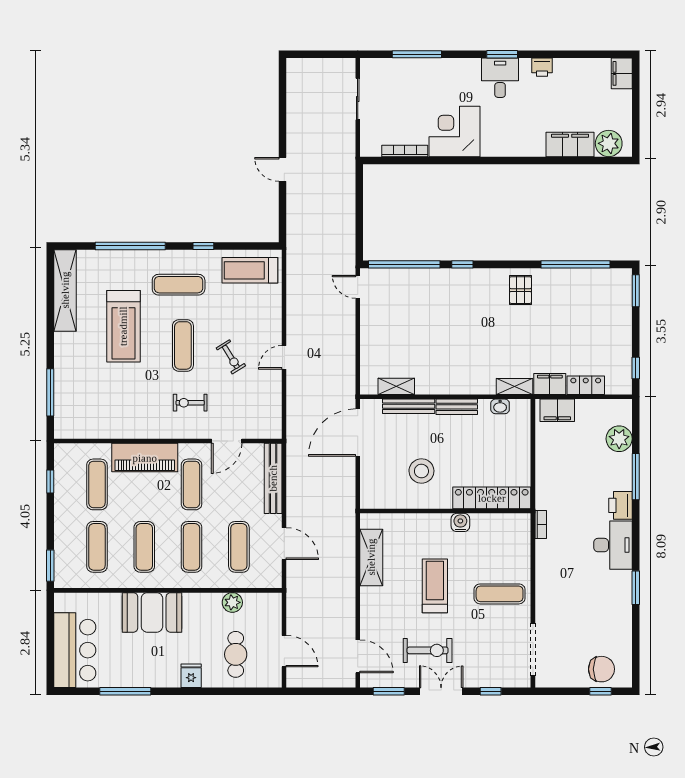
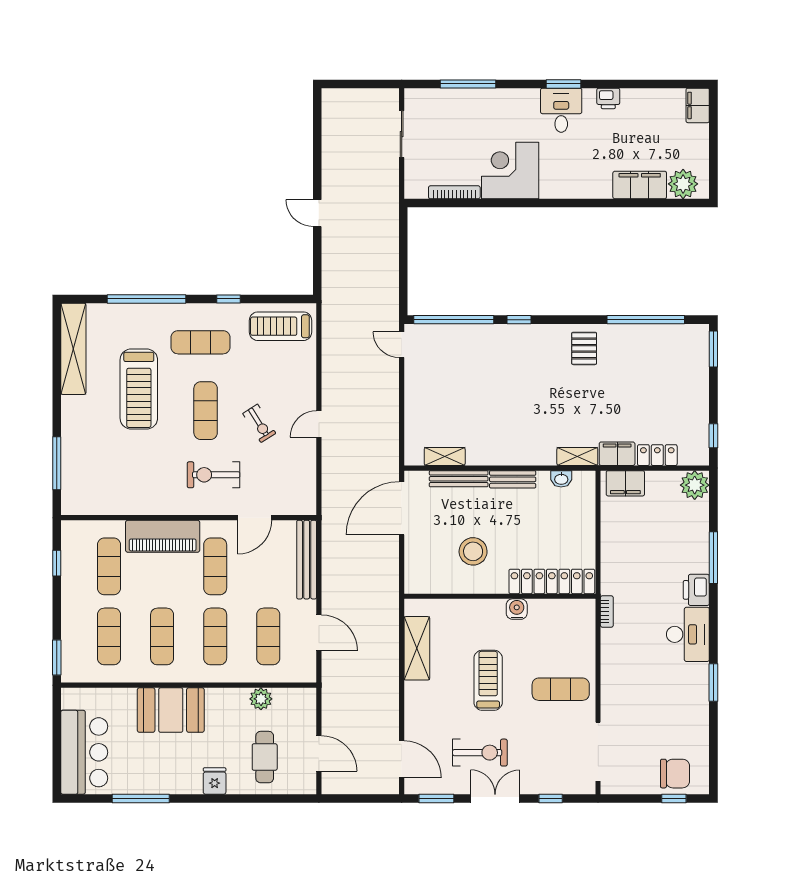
exercise bike: (190, 403) -> (214, 475), width x1.38, depth x1.39
plant: (619, 439) -> (695, 485), moved

